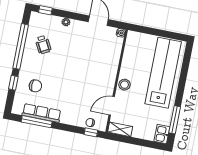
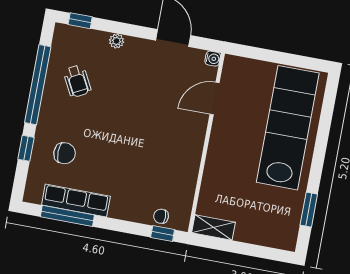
stool: (124, 85) -> (220, 149), removed
door: (112, 106) -> (215, 99), moved
window: (175, 120) -> (309, 210), width x0.69
kitchen sink: (162, 134) -> (287, 235), removed

